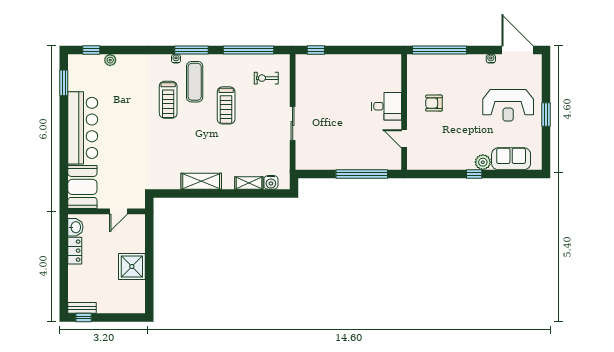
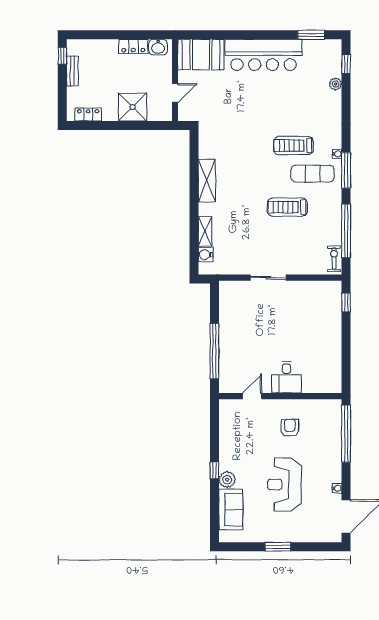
exercise bike: (266, 78) -> (334, 259), moved
reception desk: (508, 105) -> (285, 484), moved
door: (119, 211) -> (175, 93), swing flipped
shower: (132, 266) -> (133, 107), moved
locker: (139, 293) -> (88, 115), added
bench: (82, 308) -> (72, 71), moved

